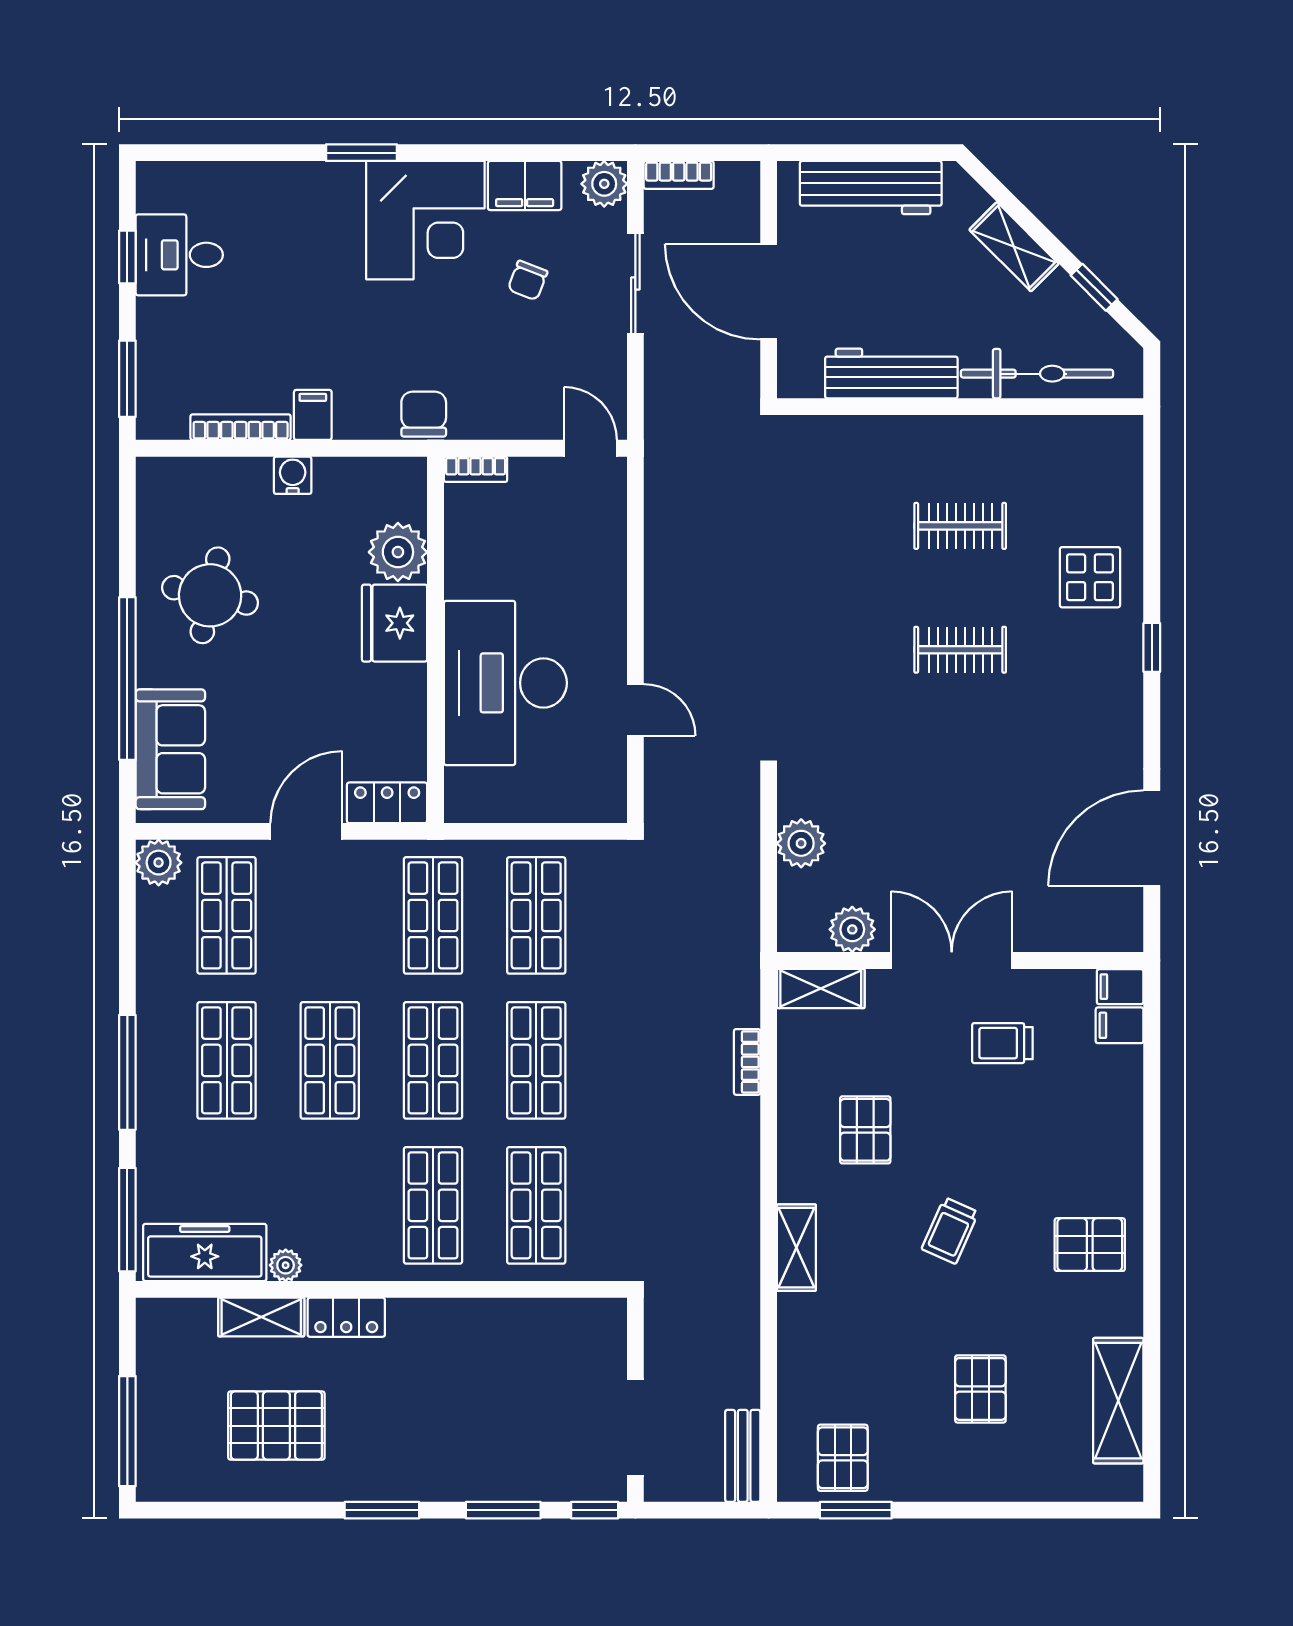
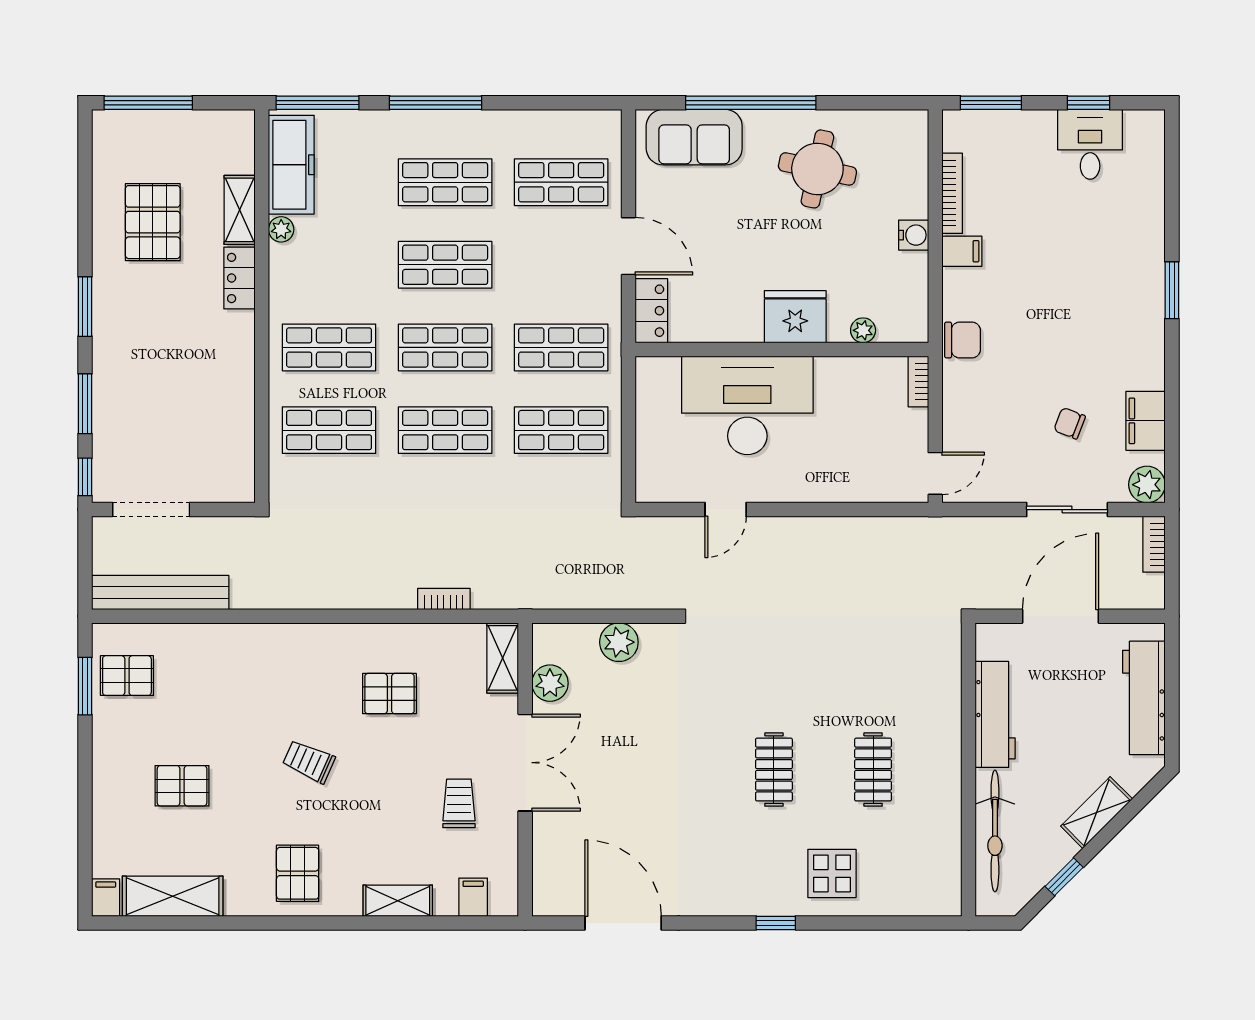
corner desk: (425, 220) -> (1118, 341), removed
plant: (398, 552) -> (863, 330), width x0.53, depth x0.53
plant: (159, 863) -> (603, 128), removed
filing cabinet: (1120, 987) -> (106, 898), moved
shelving: (796, 1248) -> (398, 901), moved
bench: (743, 1456) -> (160, 592), width x1.86, depth x1.21

